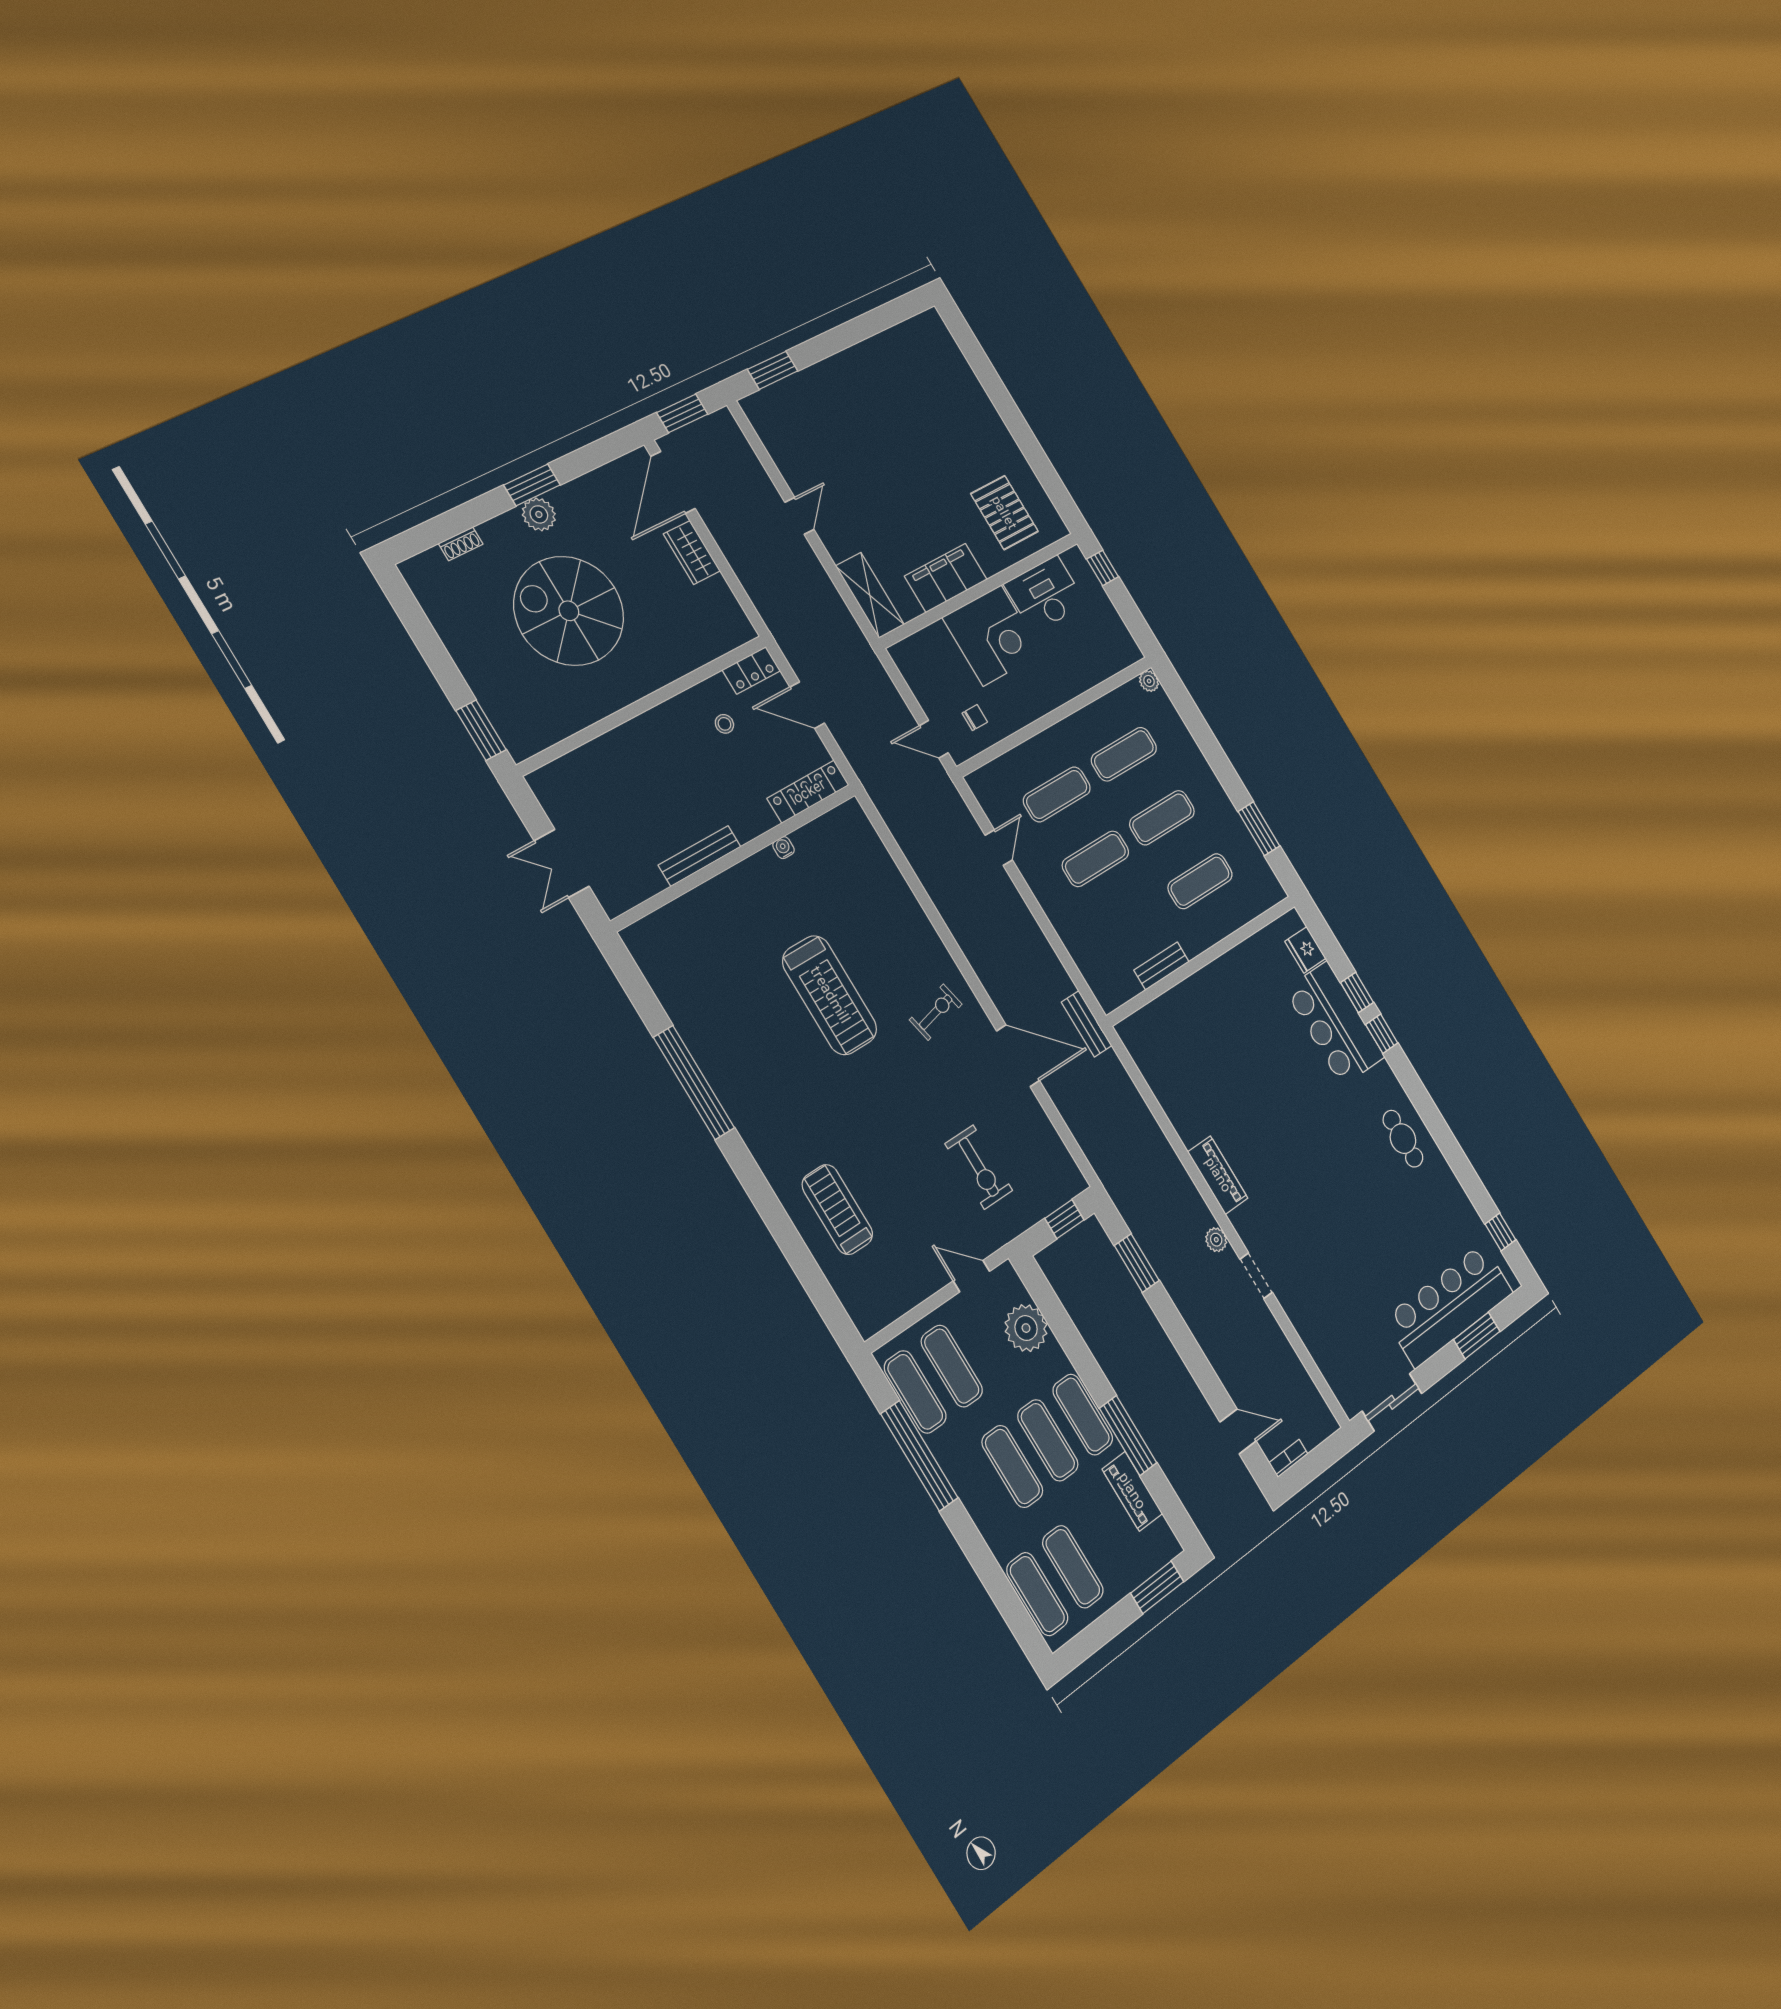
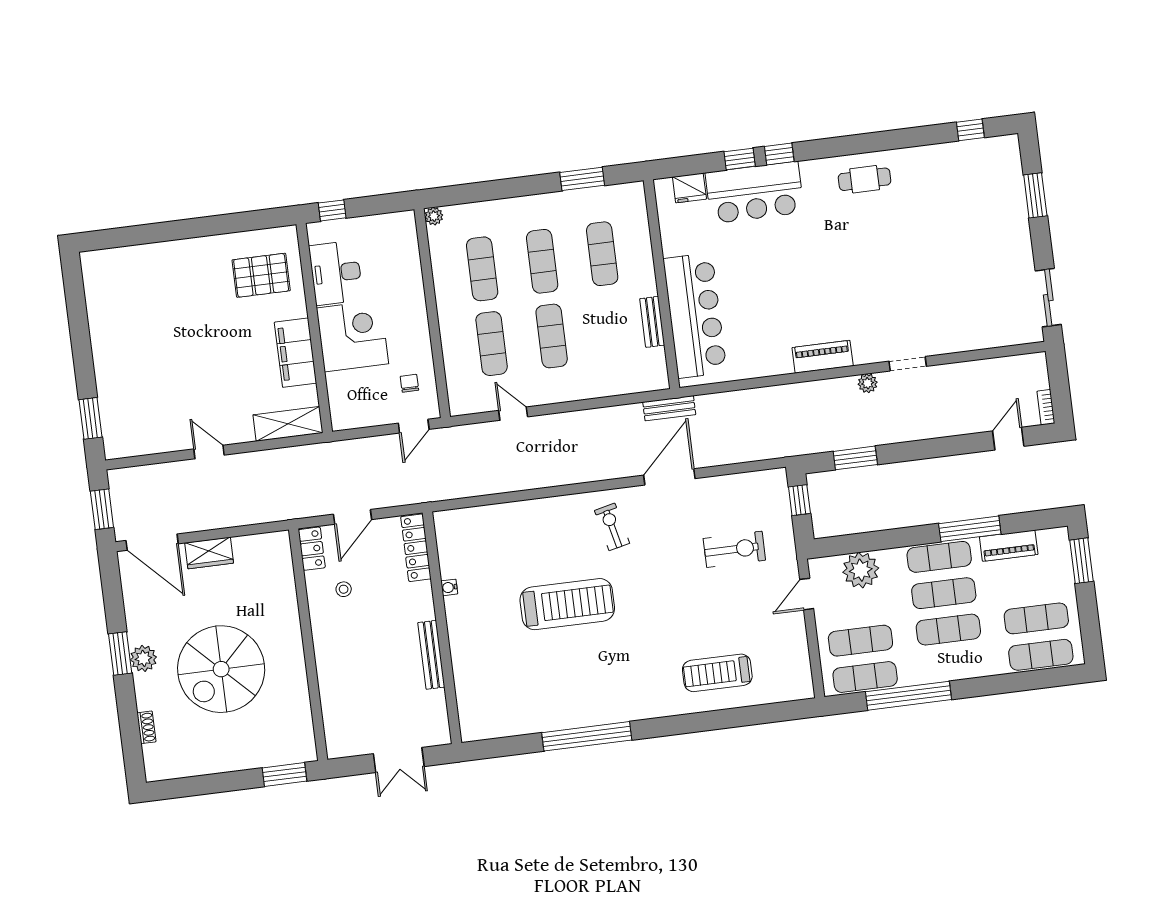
bar counter: (1449, 1305) -> (695, 315), moved, turned 180

